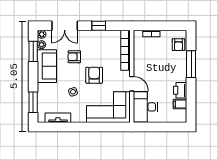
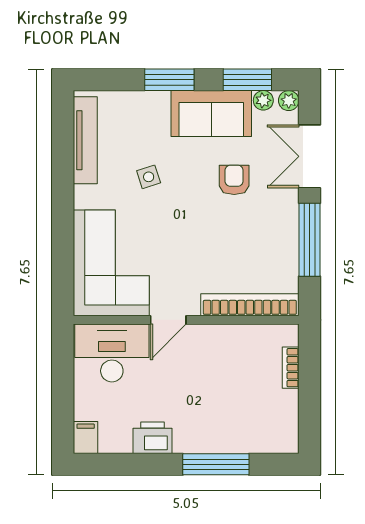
window: (99, 26) -> (309, 240), width x2.17
armchair: (178, 45) -> (263, 434), removed
armchair: (94, 75) -> (189, 228), removed
window: (33, 102) -> (169, 80), moved
filing cabinet: (180, 104) -> (86, 438), moved
tv unit: (58, 118) -> (85, 140), width x1.41

